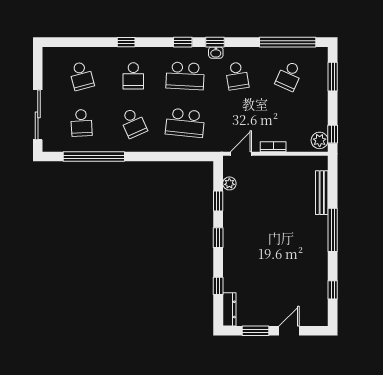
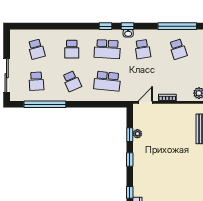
window: (126, 42) -> (67, 26), removed
school desk: (289, 76) -> (178, 49), turned -42
plant: (229, 183) -> (137, 134), moved

